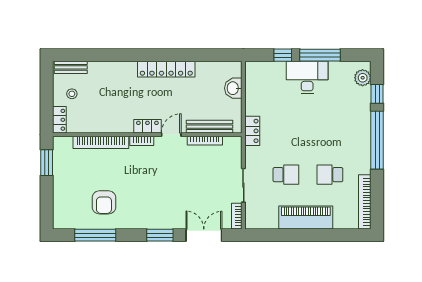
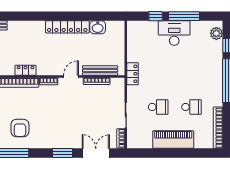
washbasin: (233, 88) -> (98, 27), moved, turned -90
locker: (147, 126) -> (25, 70), moved
school desk: (330, 175) -> (192, 107), turned 180

